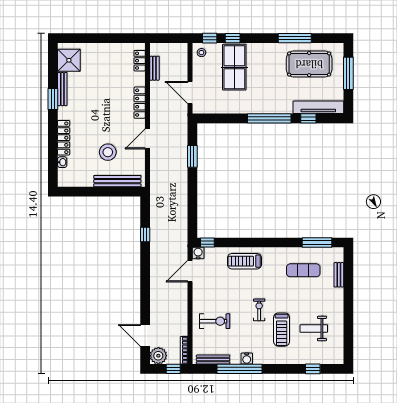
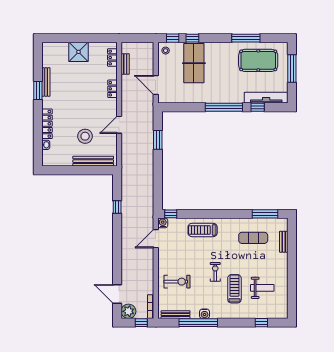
shower: (69, 60) -> (79, 52), moved
locker: (140, 103) -> (112, 89), width x0.66
weight bench: (314, 328) -> (262, 288), turned 180
treadmill: (282, 330) -> (234, 289), turned 180

